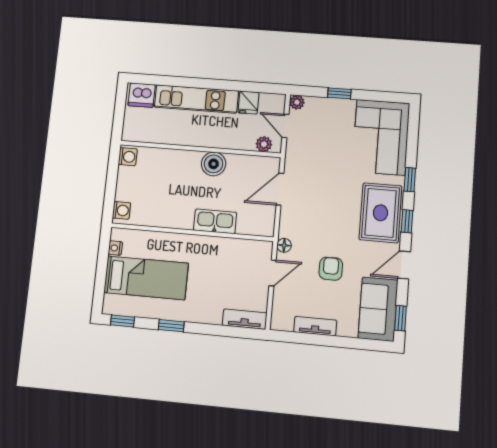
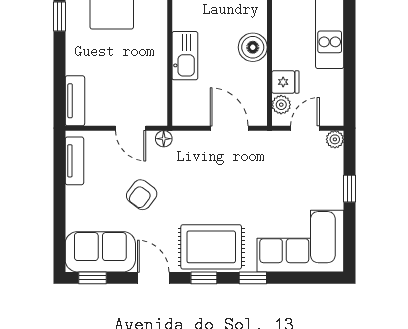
fridge: (248, 103) -> (285, 82), moved, turned 180
armchair: (331, 269) -> (142, 195), turned 127
tv unit: (315, 326) -> (74, 161), moved

